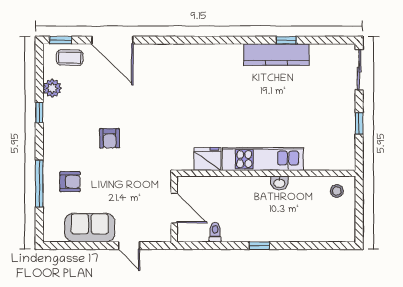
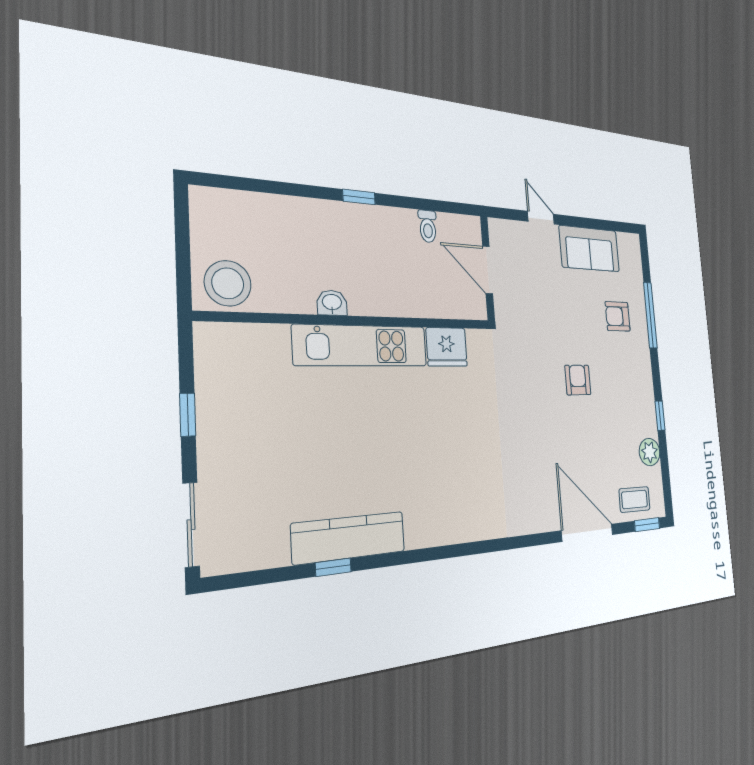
stool: (337, 191) -> (228, 283), width x1.89, depth x1.89

